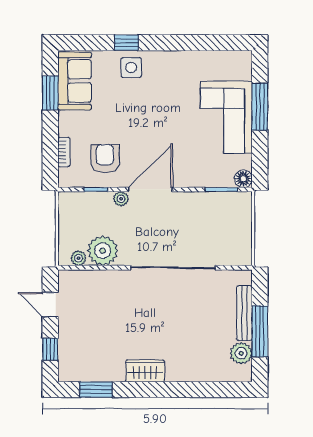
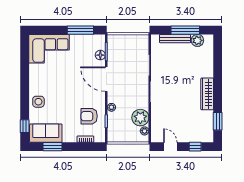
window: (126, 43) -> (25, 126), moved
window: (260, 107) -> (80, 30), moved
corner sofa: (226, 117) -> (49, 49), moved
floor lamp: (243, 179) -> (100, 55), moved
door: (150, 189) -> (106, 79), moved
door: (50, 305) -> (170, 147), swing flipped
wardrobe: (145, 371) -> (207, 94), width x1.50

